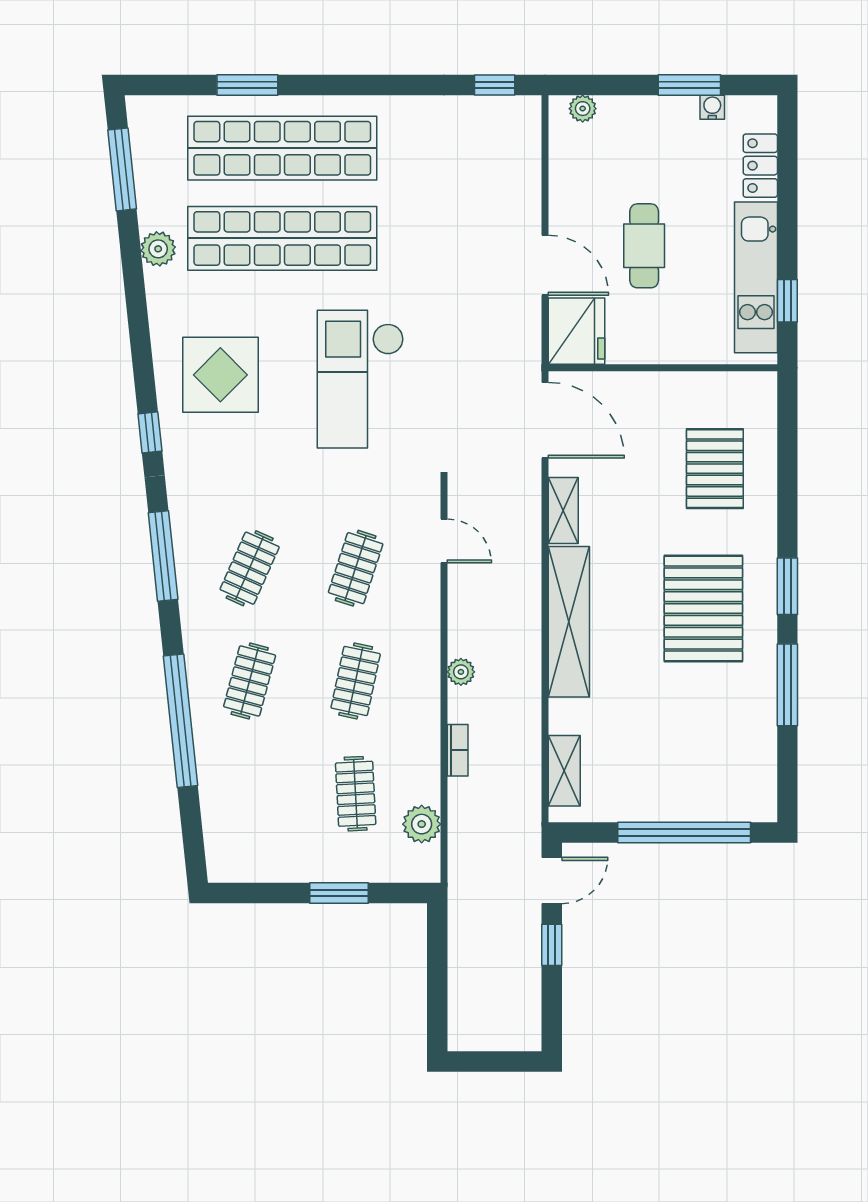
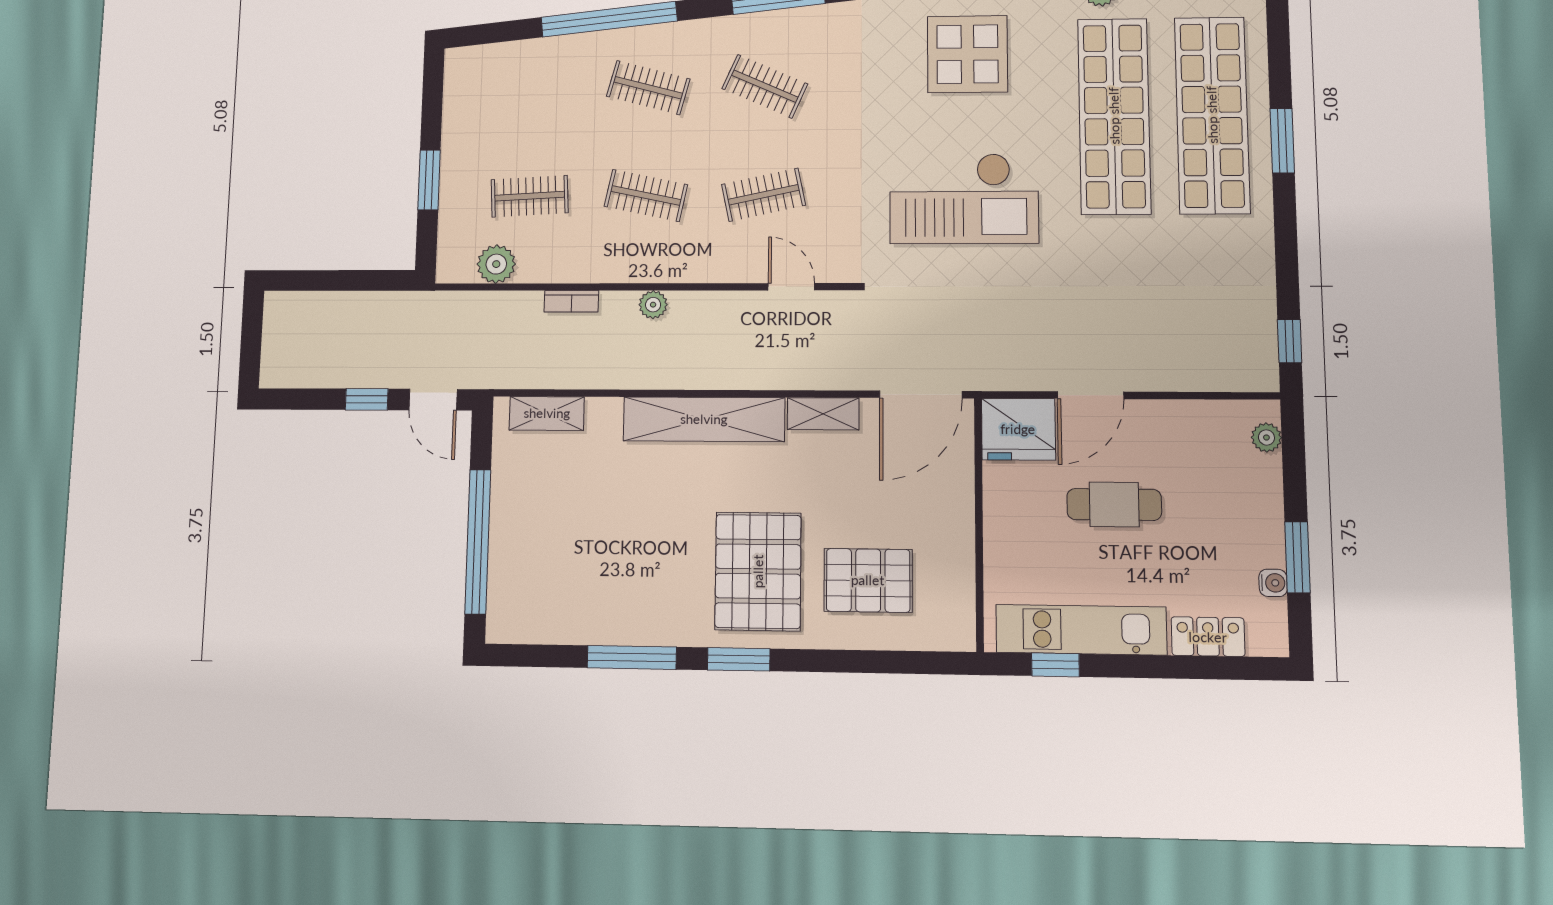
window: (247, 85) -> (1282, 141), moved
checkout: (360, 379) -> (964, 199), turned 180
door: (444, 541) -> (791, 287), swing flipped
clothes rail: (356, 568) -> (764, 195), turned -30
pallet: (703, 608) -> (758, 571), moved, turned 90

